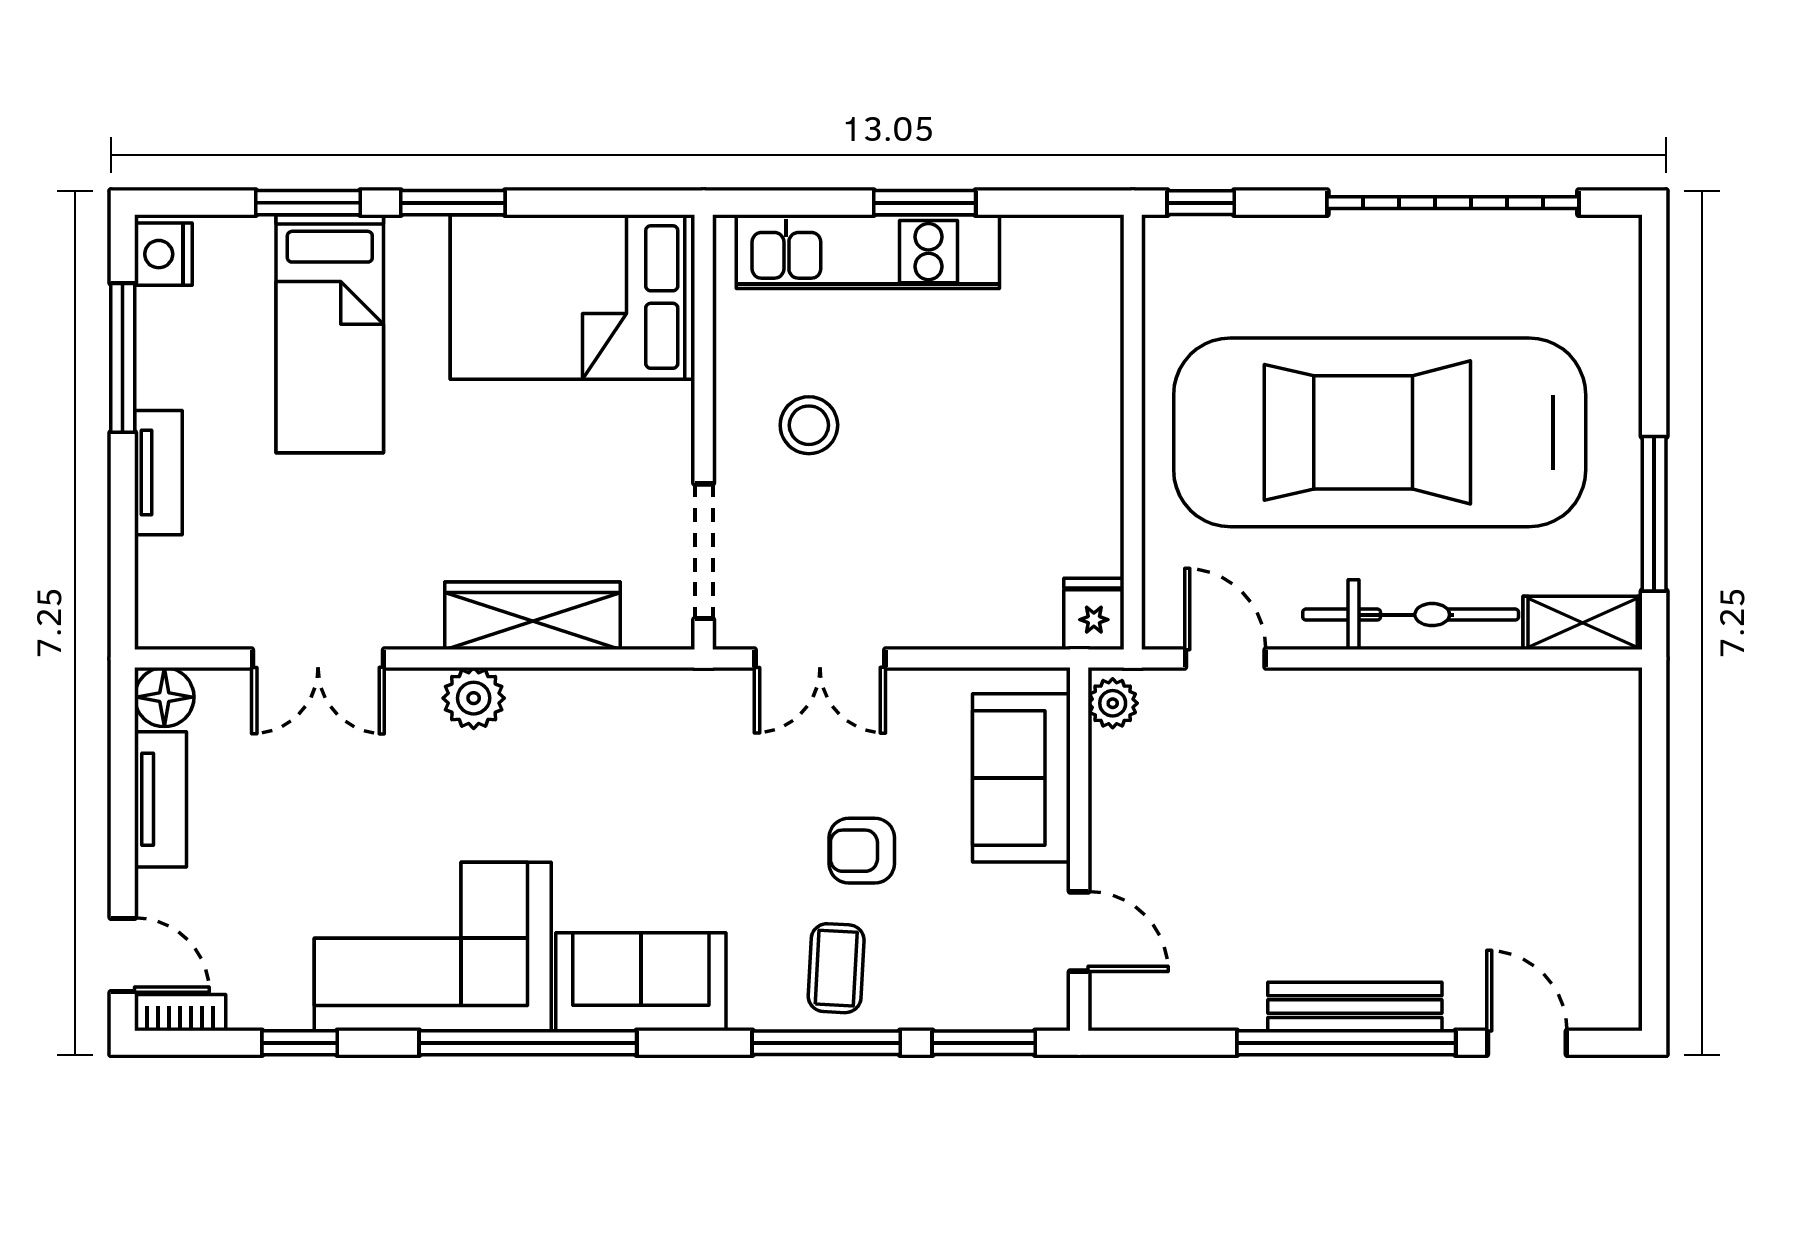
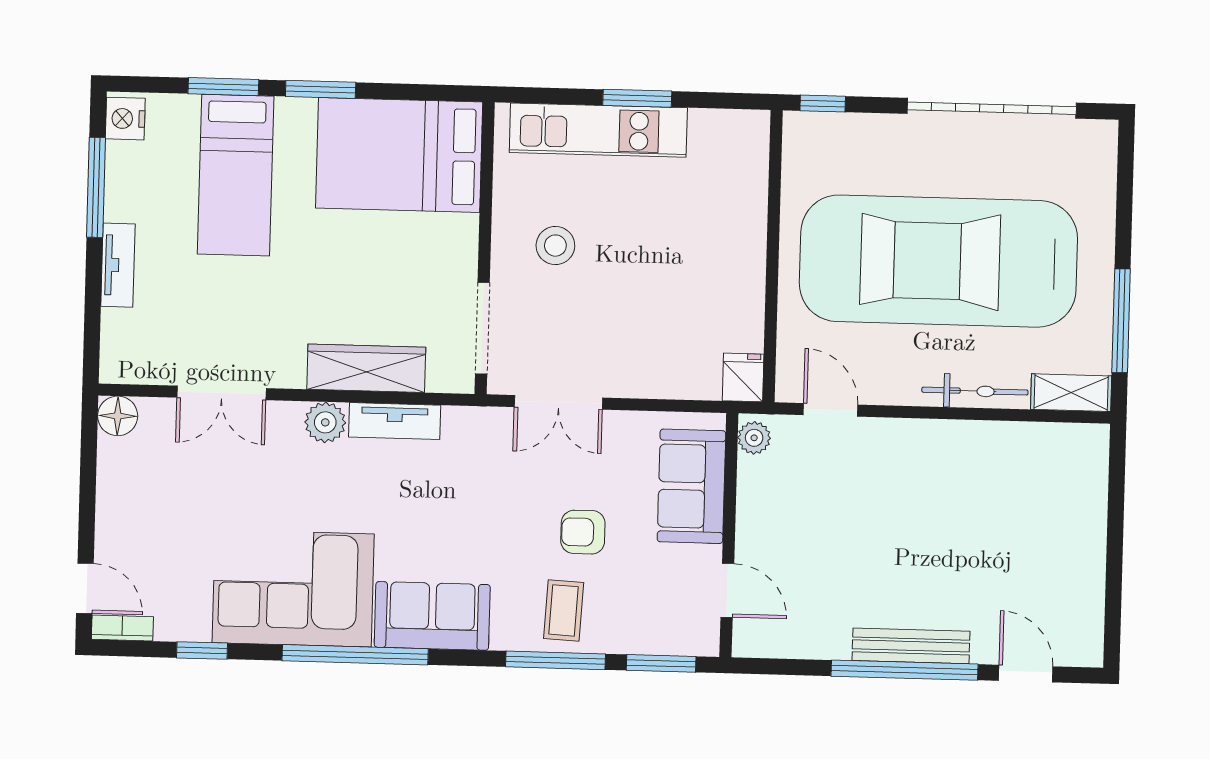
bicycle: (1411, 615) -> (975, 391), width x0.73, depth x0.71
tv unit: (160, 799) -> (395, 421), moved, turned 90

